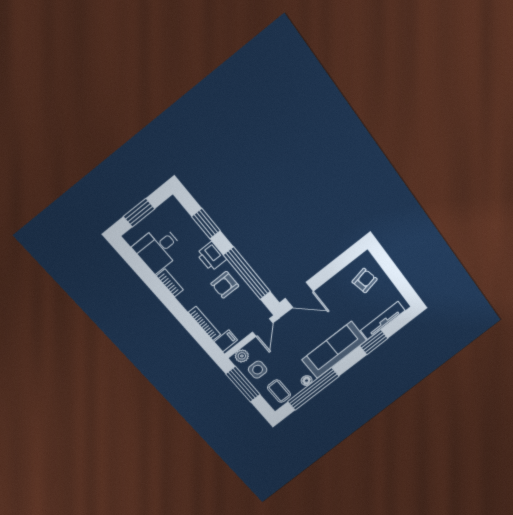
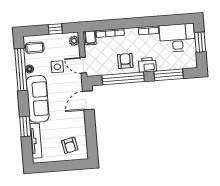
window: (206, 224) -> (169, 75), width x1.44
desk: (158, 249) -> (177, 38), width x1.37
side table: (258, 370) -> (57, 67), moved
window: (243, 384) -> (55, 29), width x0.46

